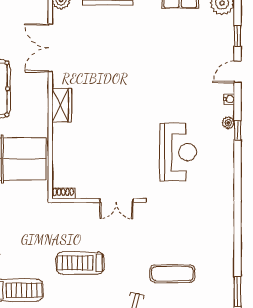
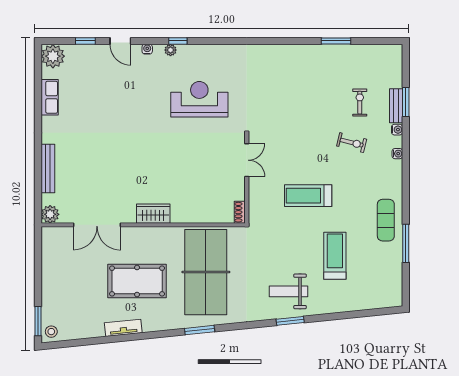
treadmill: (80, 263) -> (308, 196), turned 90
exercise mat: (172, 274) -> (319, 105), removed

